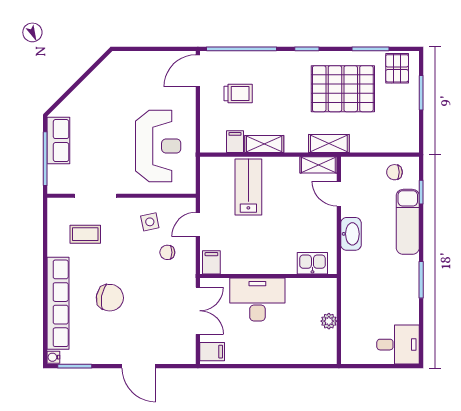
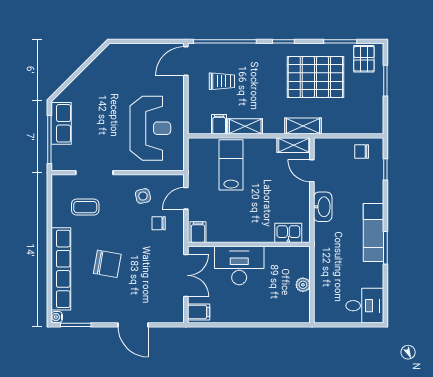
exam couch: (408, 222) -> (373, 233), moved

